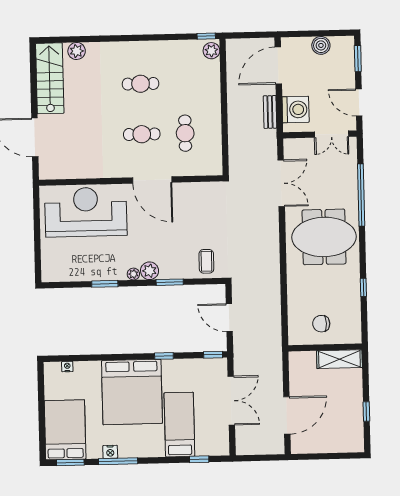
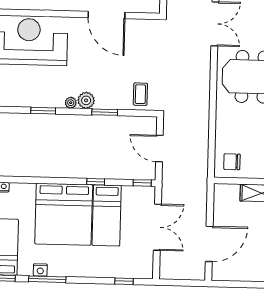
door: (152, 180) -> (107, 15), moved
chair: (321, 324) -> (232, 162), moved
bed: (179, 425) -> (107, 215), moved, turned 180

